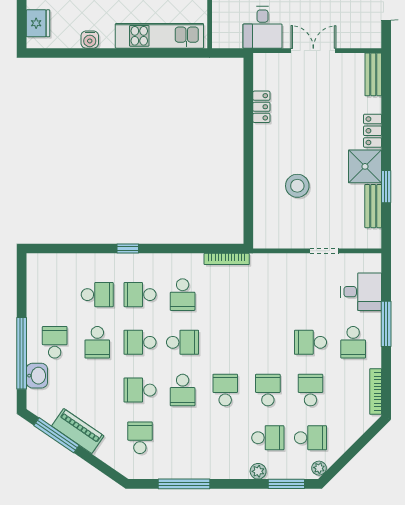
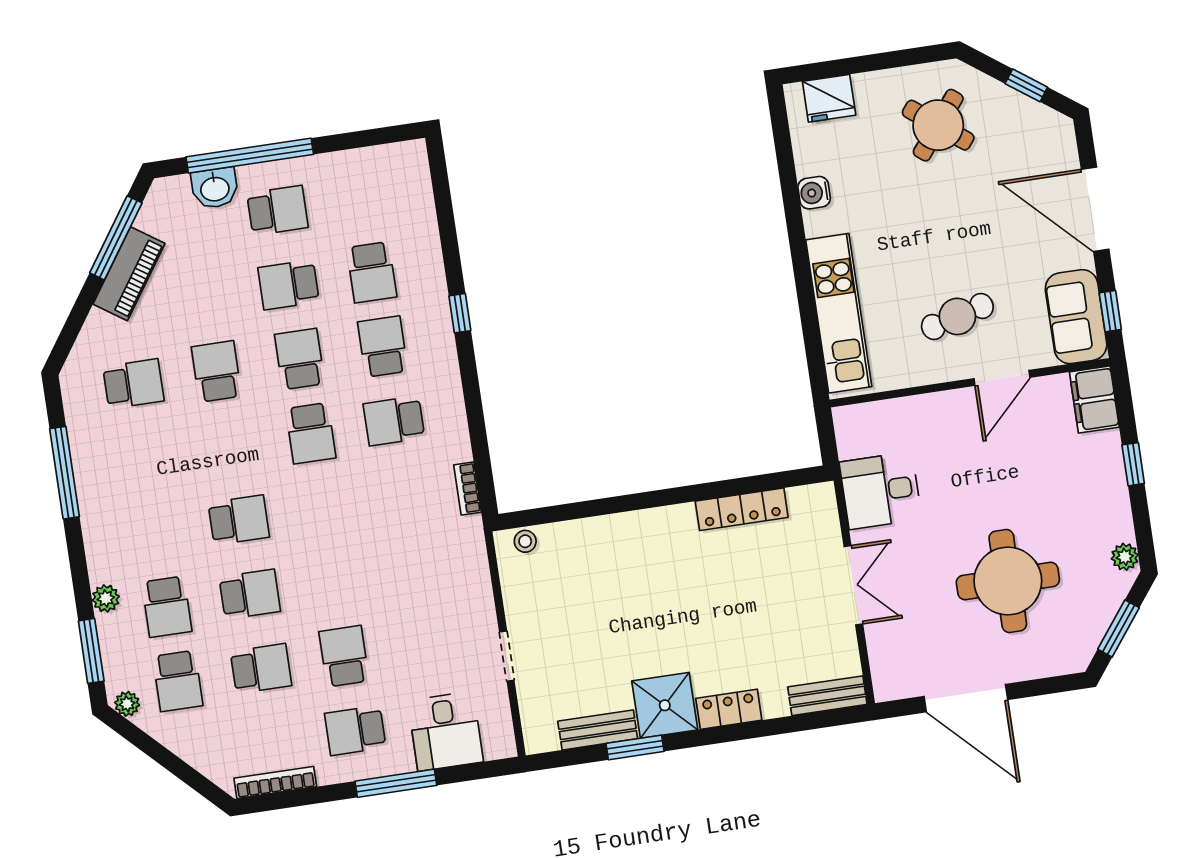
locker: (261, 107) -> (742, 509), width x1.53
stool: (297, 186) -> (525, 541), moved, width x0.53, depth x0.53
bookcase: (227, 259) -> (467, 488), width x0.64
school desk: (183, 390) -> (228, 446), removed

